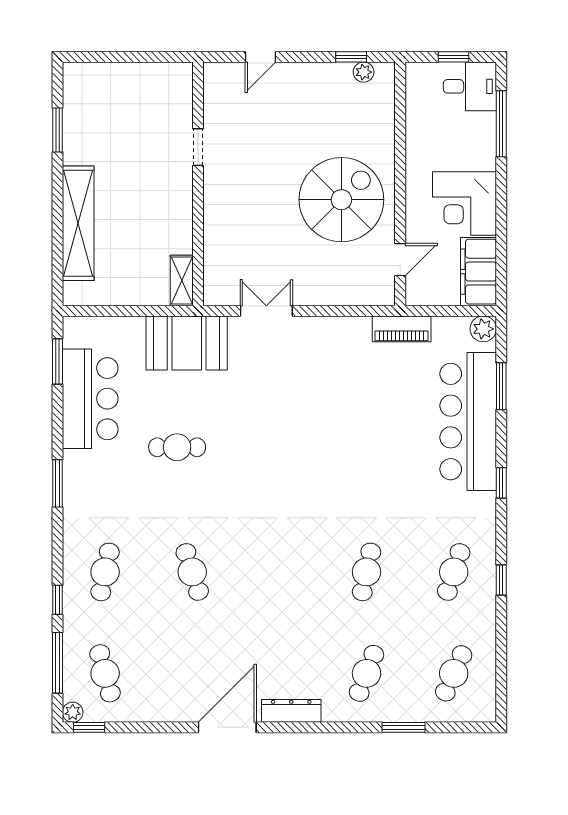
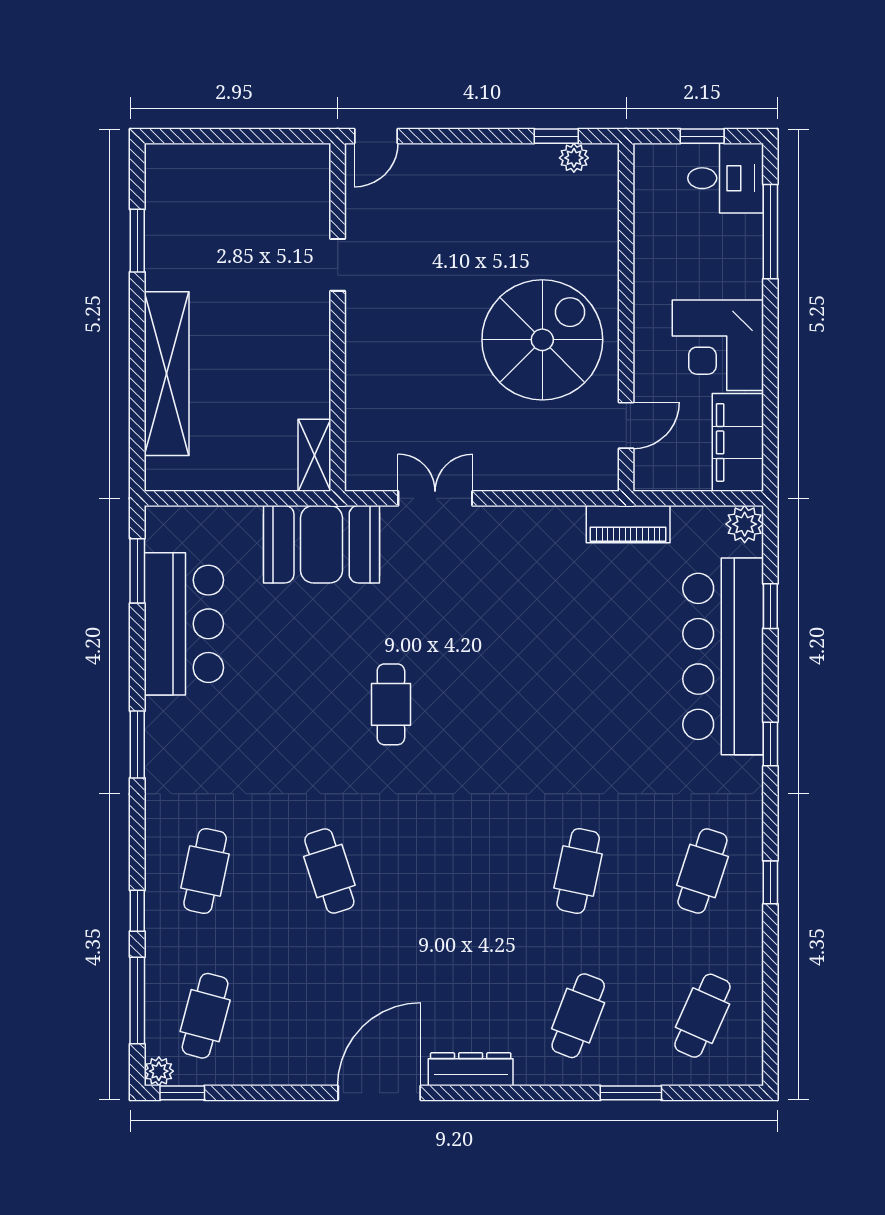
door: (261, 57) -> (376, 136), moved
window: (501, 386) -> (770, 606), width x0.67
cafe table: (177, 447) -> (391, 704), moved, turned 90
cafe table: (105, 673) -> (205, 1016), turned 30

